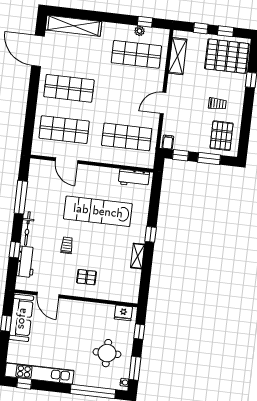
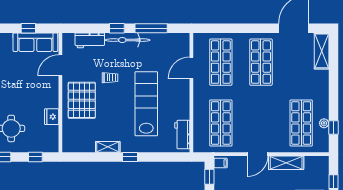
shelving: (74, 26) -> (322, 51), width x0.68
shelving: (178, 56) -> (286, 163), moved
door: (163, 103) -> (257, 154), swing flipped
bicycle: (27, 229) -> (128, 40), width x1.37, depth x1.40
window: (15, 250) -> (117, 28), moved
pallet: (86, 277) -> (82, 100), width x2.05, depth x2.00
fridge: (123, 313) -> (52, 117), moved

